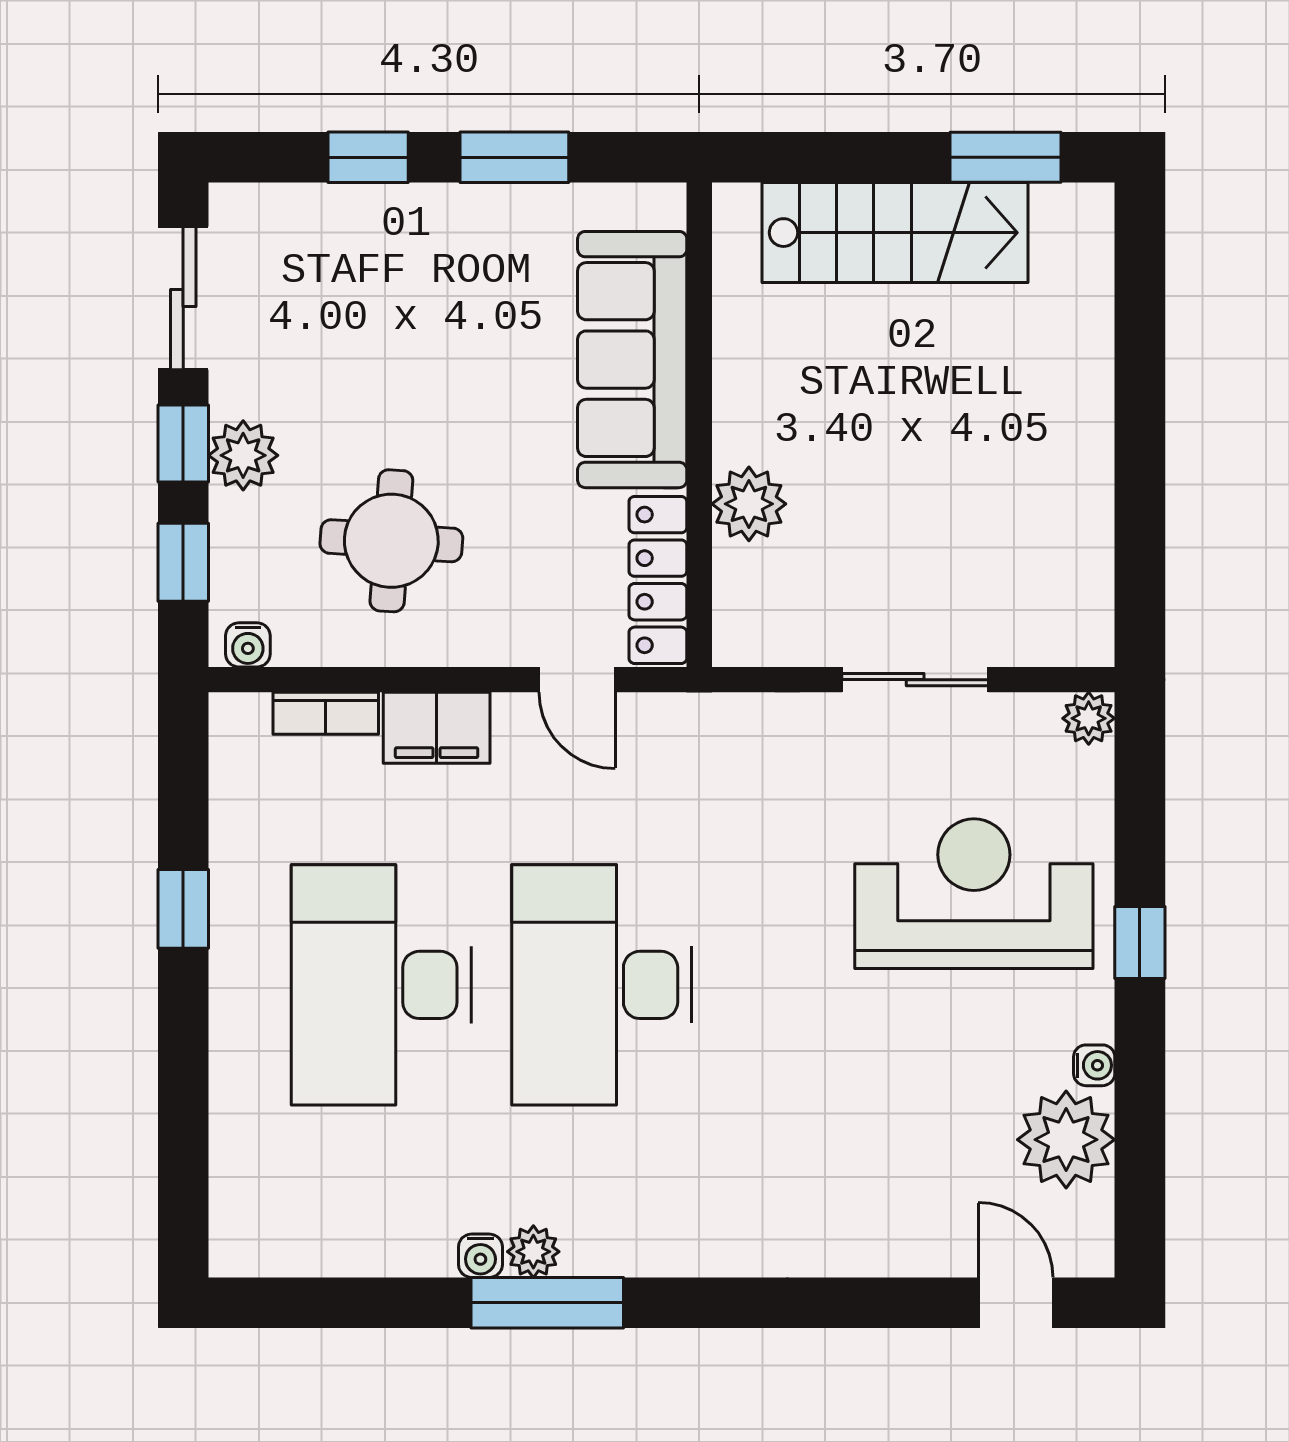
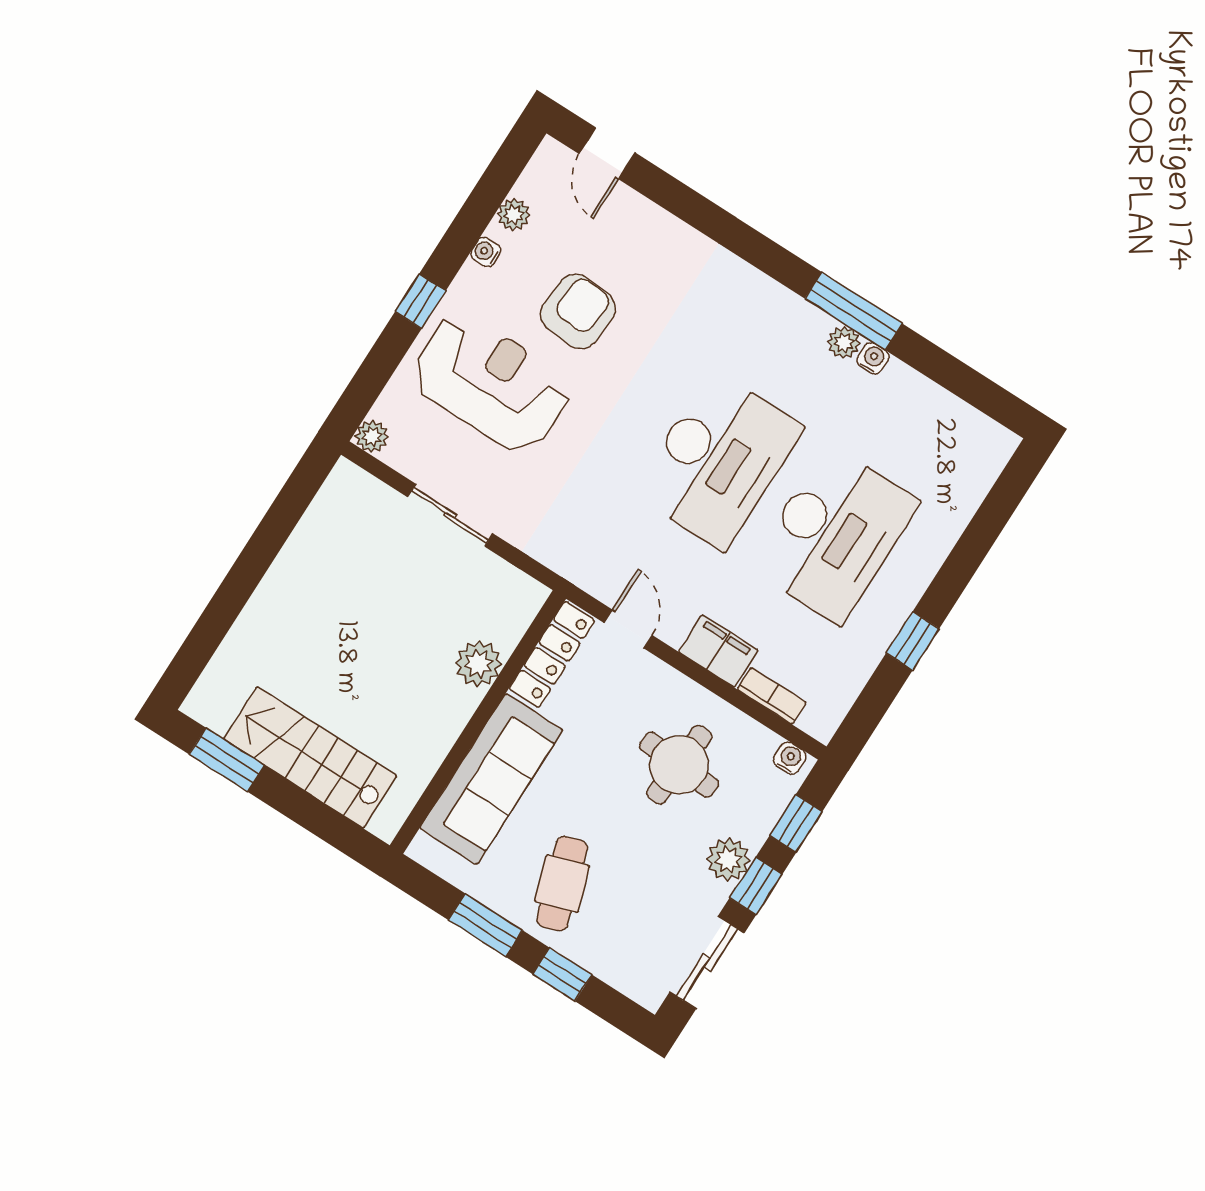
cafe table: (447, 279) -> (562, 884), added
reception desk: (974, 894) -> (491, 383), turned 180
armchair: (918, 1065) -> (578, 311), added
plant: (1066, 1140) -> (514, 215), width x0.53, depth x0.53

